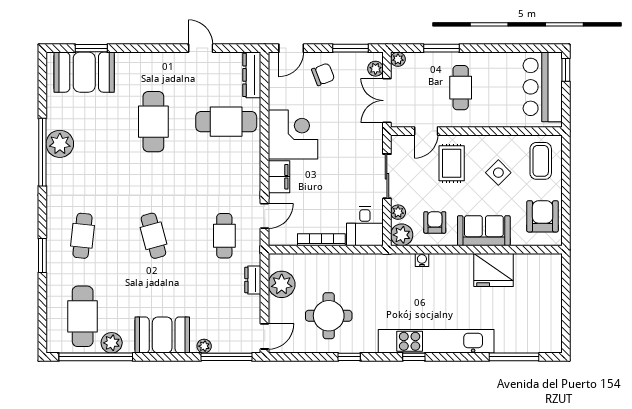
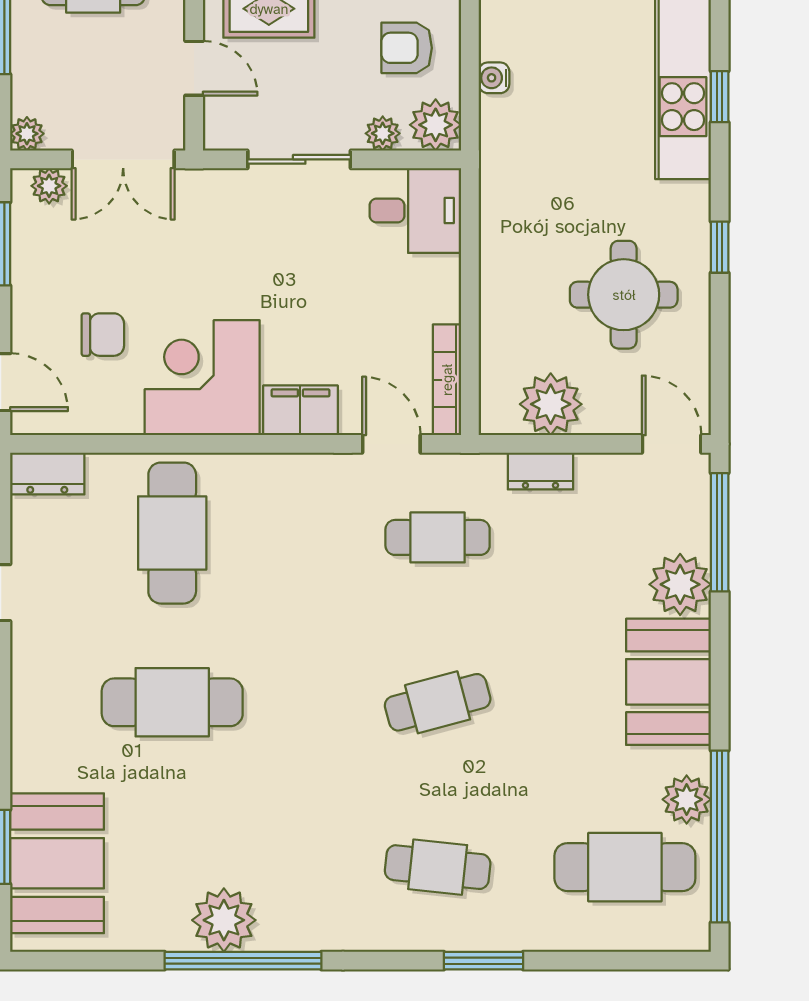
chair: (323, 74) -> (103, 335), moved, turned 111
dresser: (252, 75) -> (47, 474), width x0.70
bookcase: (321, 240) -> (447, 380), moved
plant: (204, 346) -> (680, 584), width x1.87, depth x1.87

